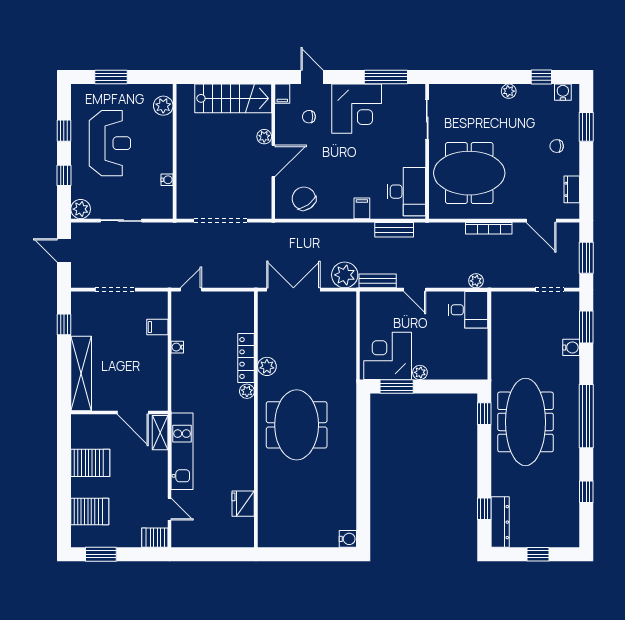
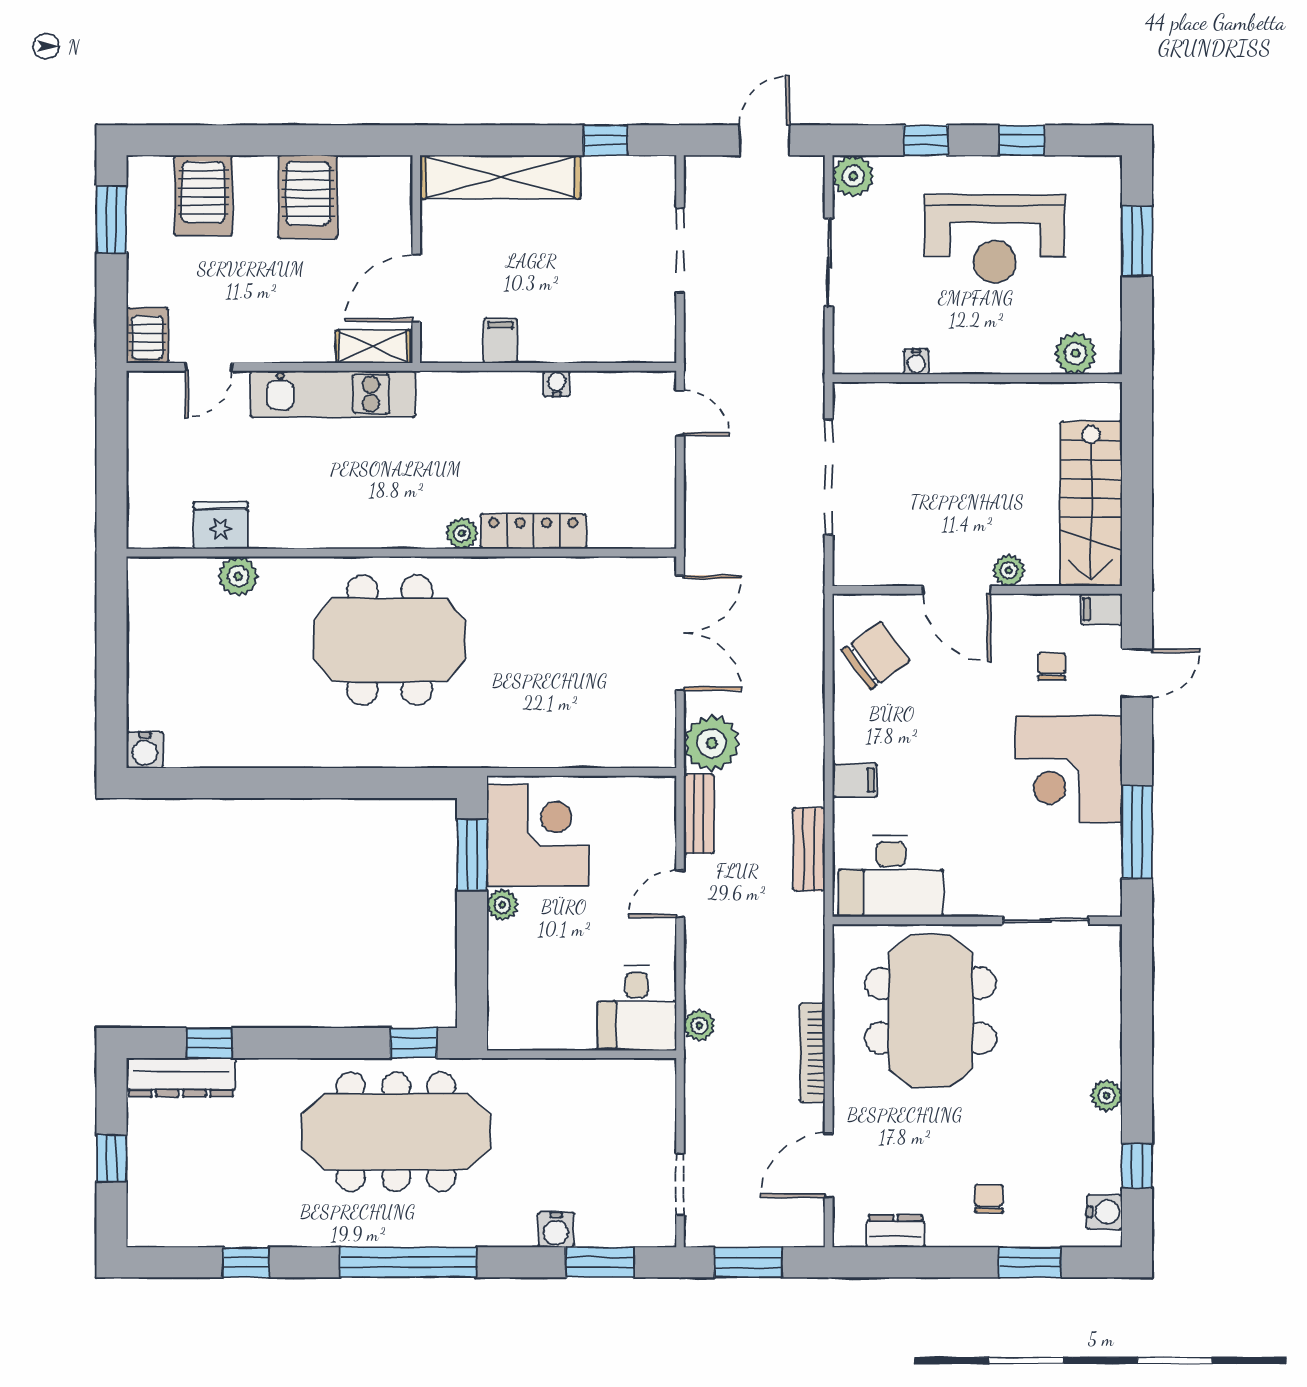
filing cabinet: (157, 327) -> (500, 341), moved
plant: (267, 366) -> (238, 576), moved

